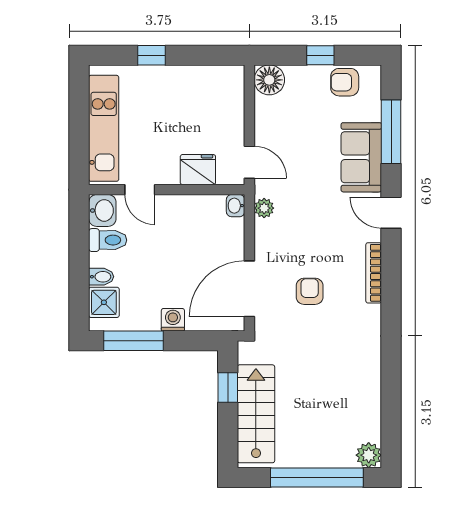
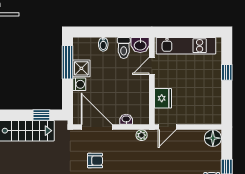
washbasin: (236, 206) -> (126, 119), moved
shower: (104, 302) -> (81, 68), moved

